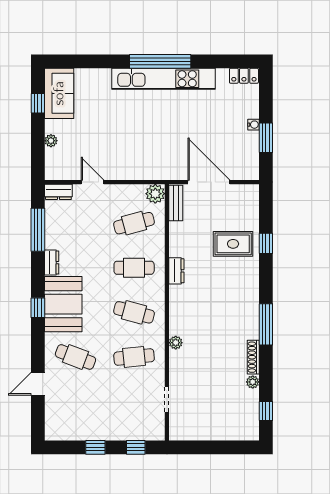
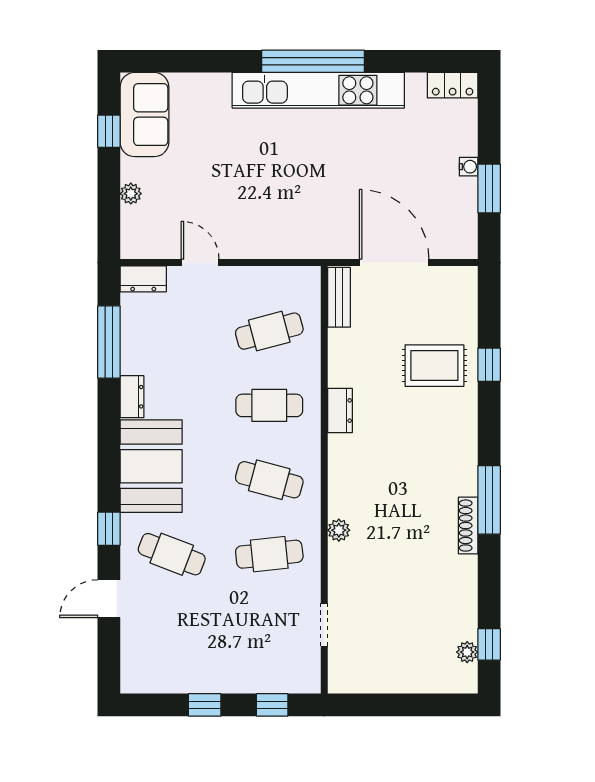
plant: (155, 194) -> (305, 282), removed
window: (38, 308) -> (109, 529), moved
shoe rack: (253, 357) -> (468, 526), moved
plant: (253, 382) -> (467, 652), moved

